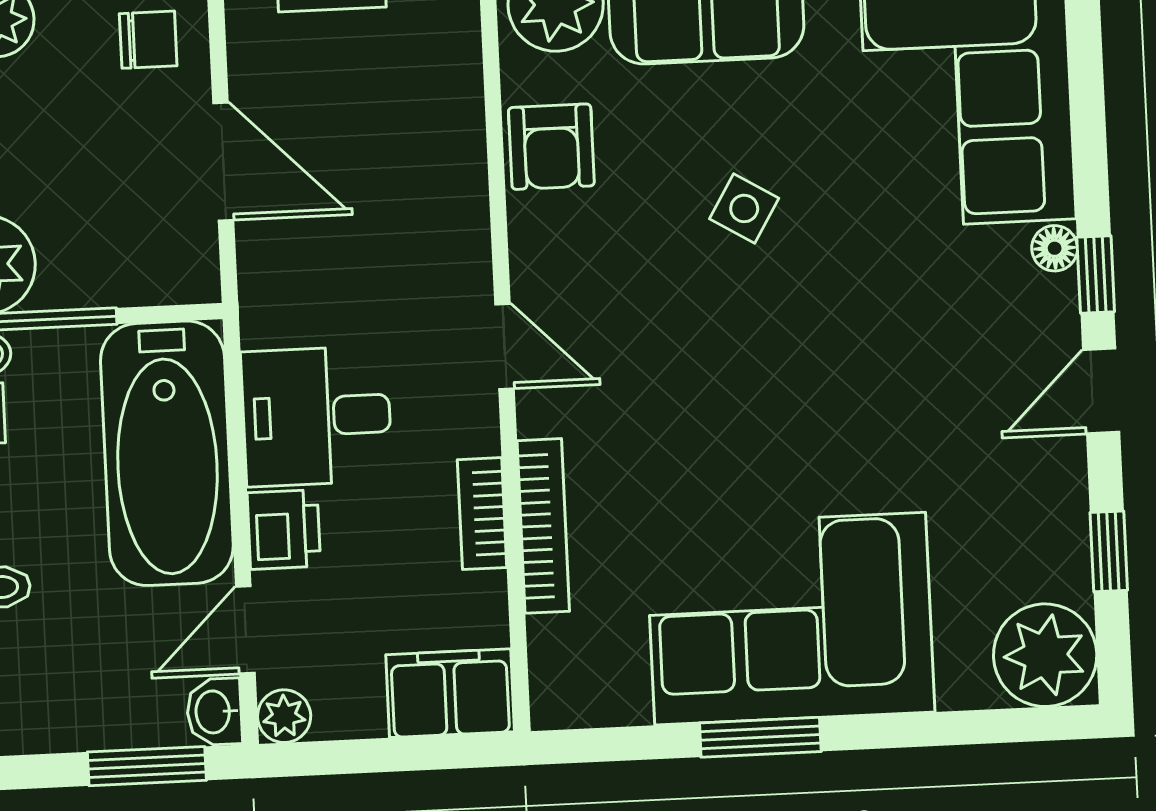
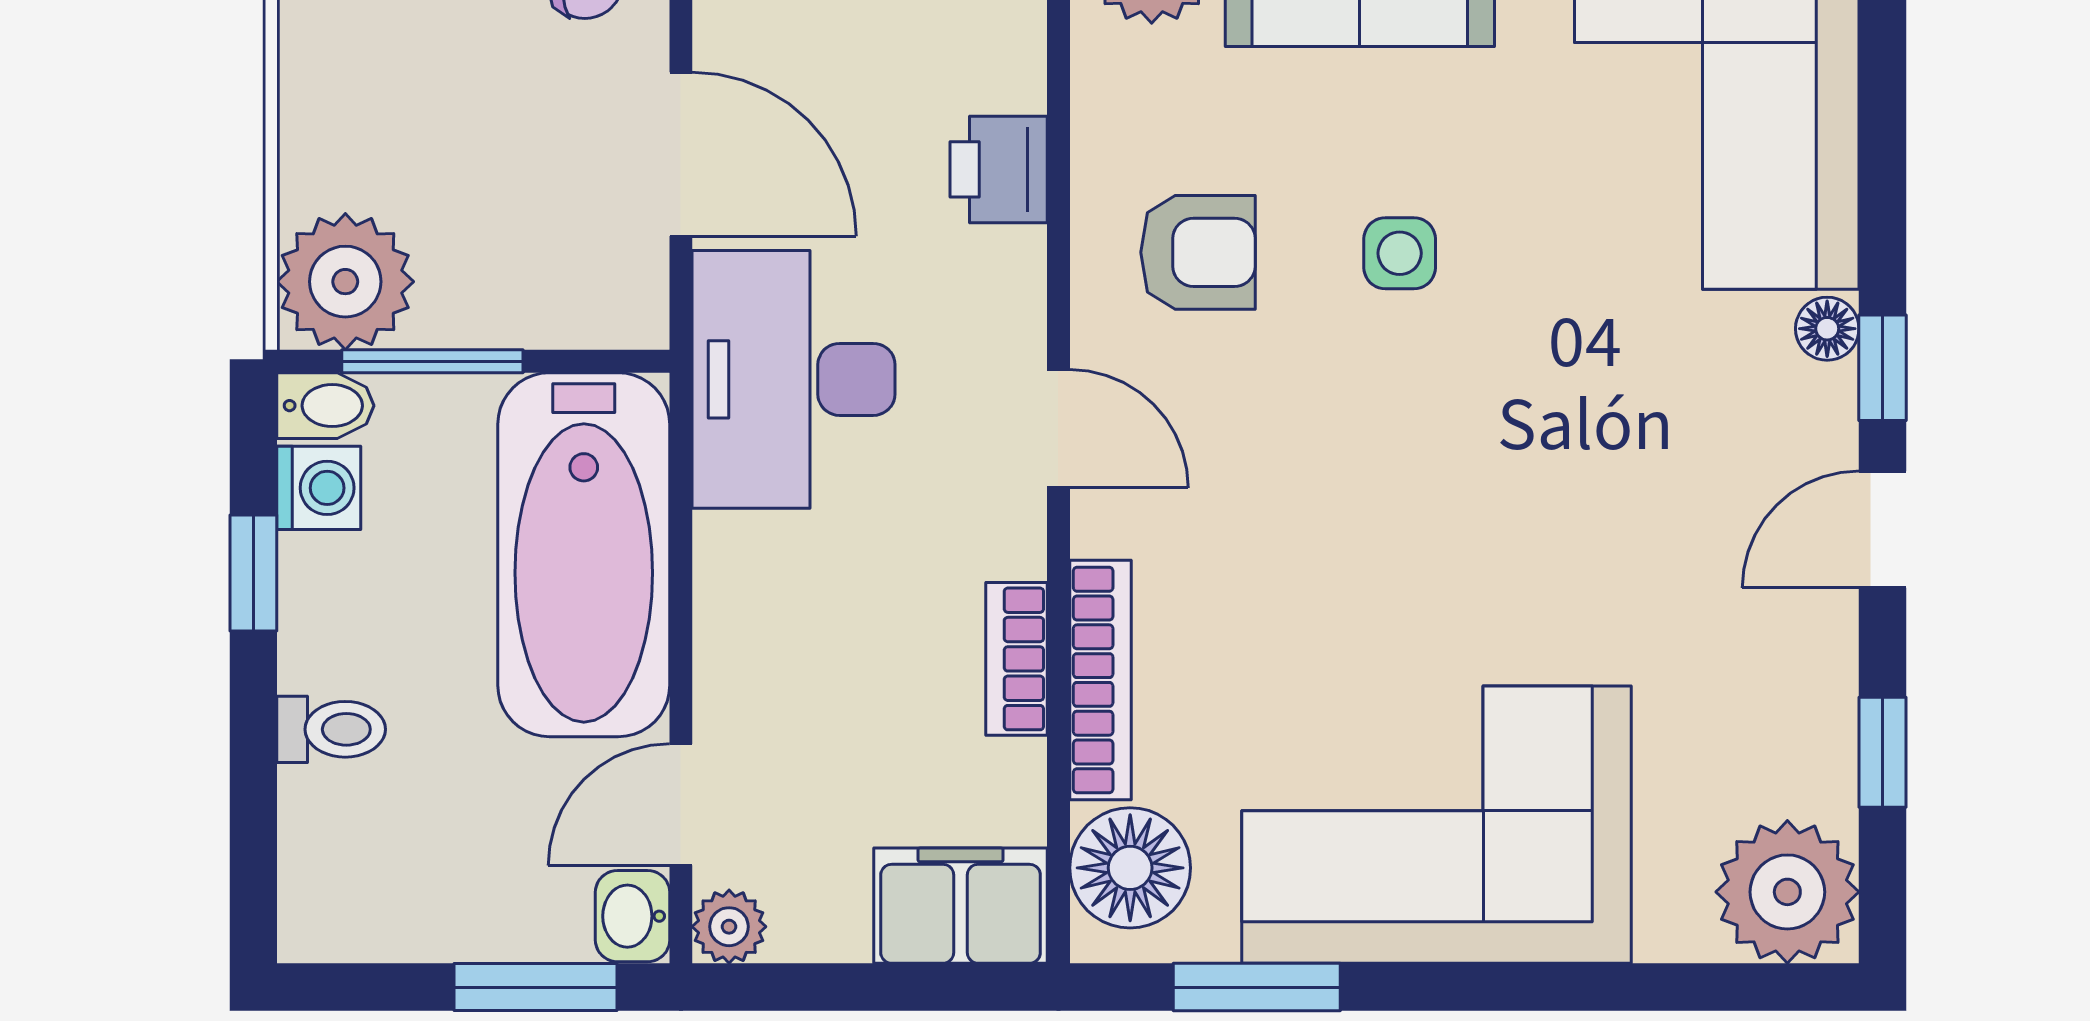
armchair: (551, 147) -> (1198, 252), moved, turned -90
side table: (744, 208) -> (1400, 253), turned -31
desk: (317, 416) -> (794, 379), moved, width x1.37
printer: (284, 529) -> (999, 169), moved, turned 180
floor lamp: (571, 660) -> (1130, 868), added
window: (760, 737) -> (1257, 987), moved

